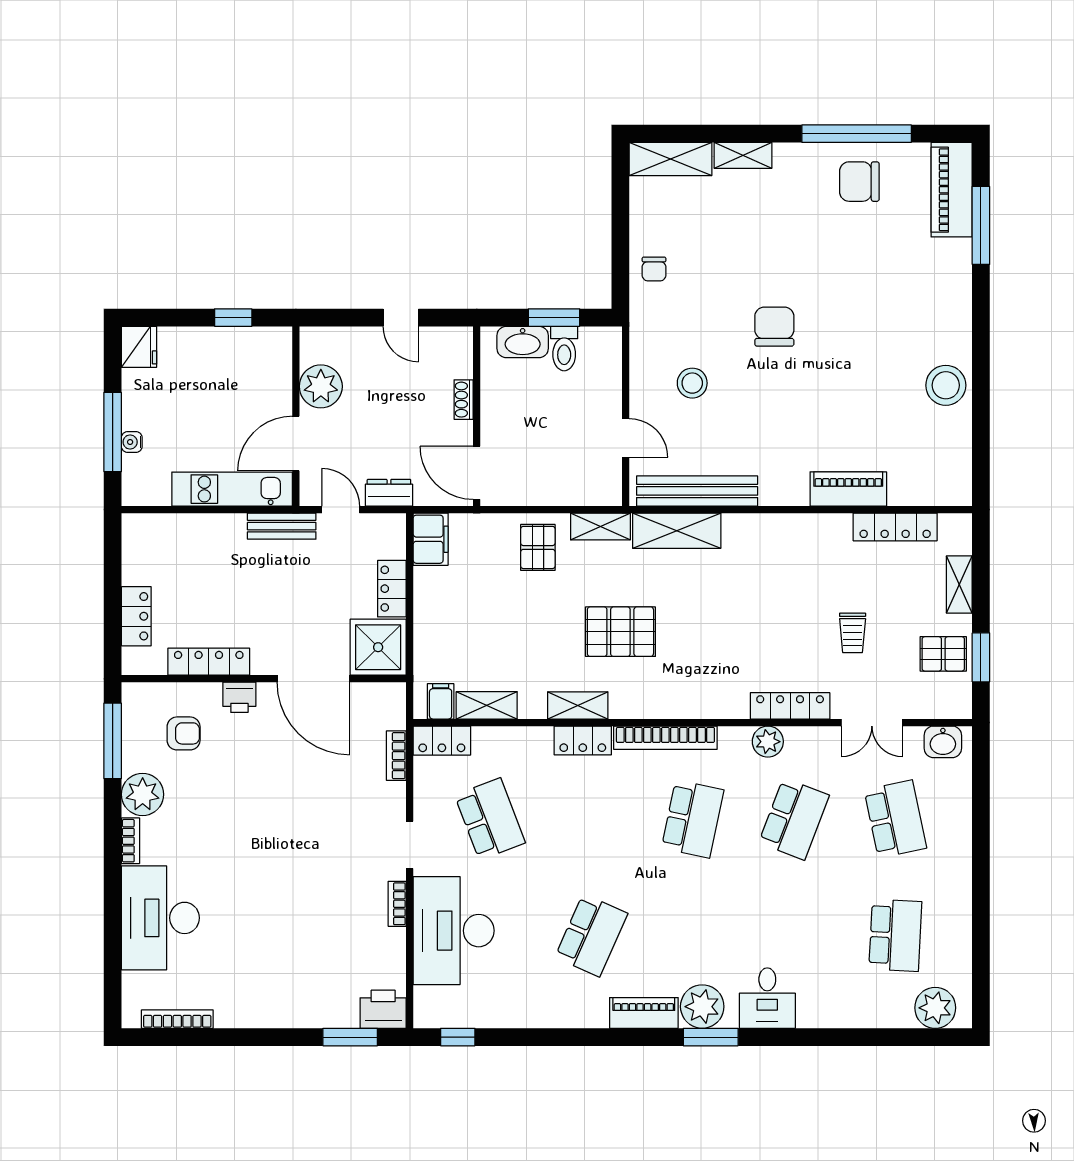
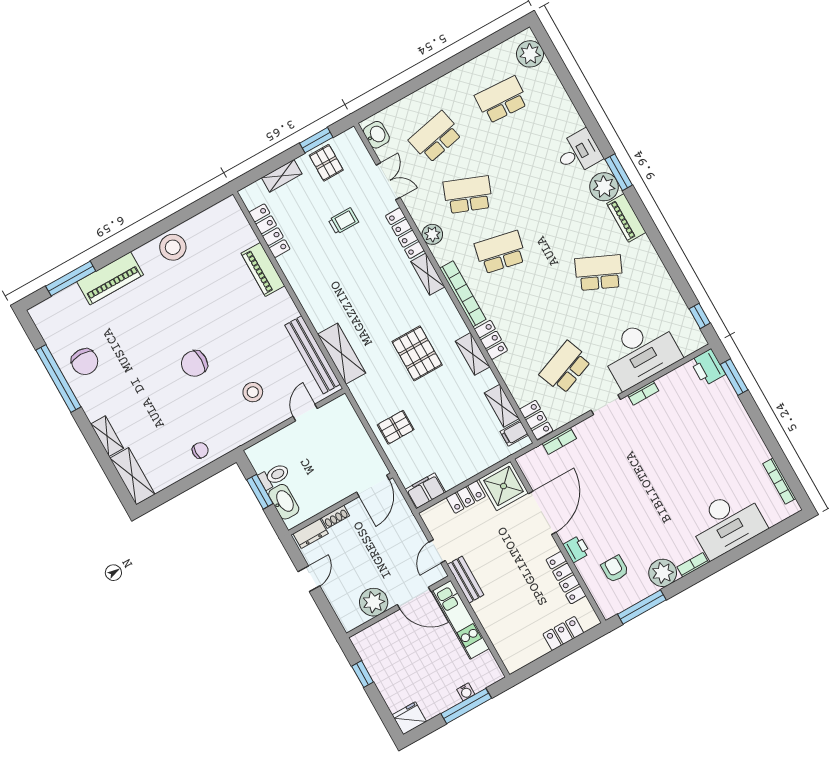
piano: (952, 190) -> (110, 278), moved
dresser: (389, 493) -> (311, 534), moved, turned -90
shelving: (600, 526) -> (428, 274), moved

